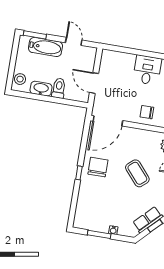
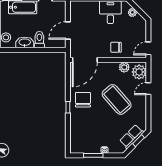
door: (94, 83) -> (68, 30), hinge flipped
plant: (153, 137) -> (124, 67), added
coffee table: (137, 173) -> (117, 99), width x1.36, depth x1.32

